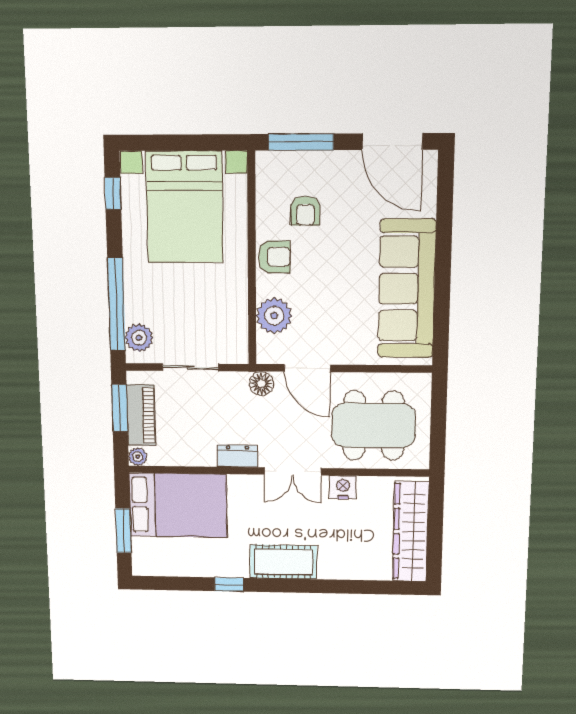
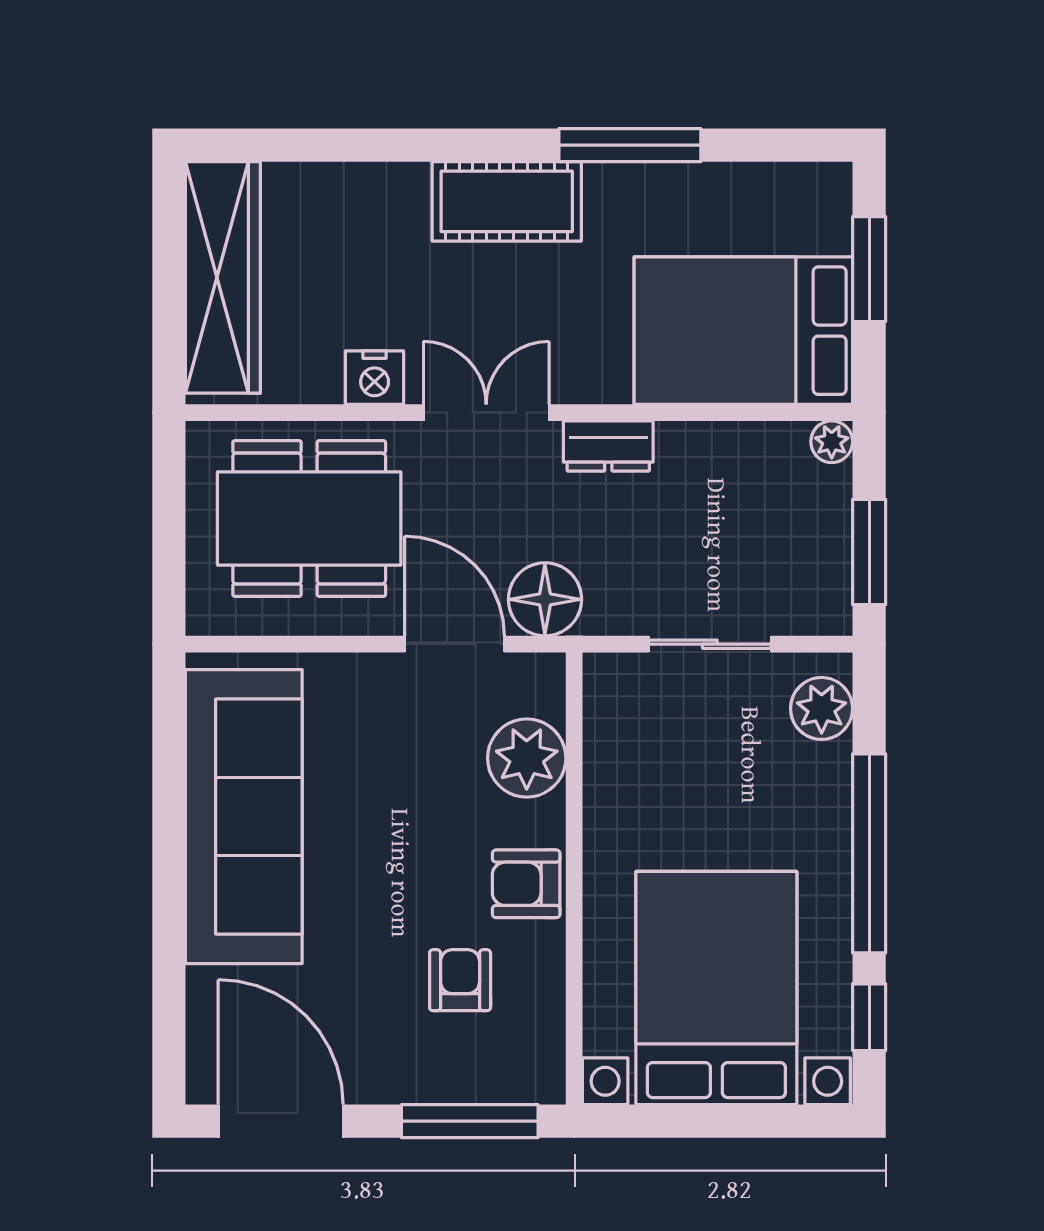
window: (116, 305) -> (869, 853), moved
floor lamp: (261, 384) -> (545, 599), width x1.38, depth x1.38
piano: (141, 415) -> (822, 536), removed
window: (229, 584) -> (630, 145), width x2.17

